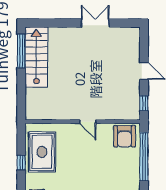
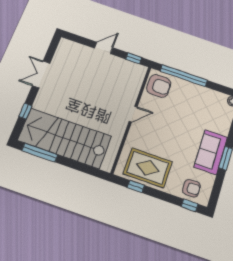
window: (55, 23) -> (25, 111), added
stairs: (36, 57) -> (65, 138), width x1.36, depth x1.51
window: (21, 163) -> (136, 186), moved

